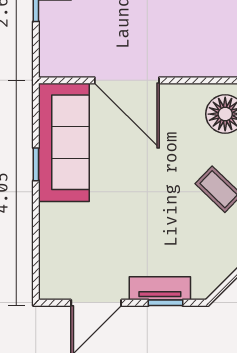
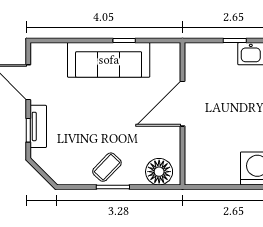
sofa: (64, 142) -> (109, 60), moved

